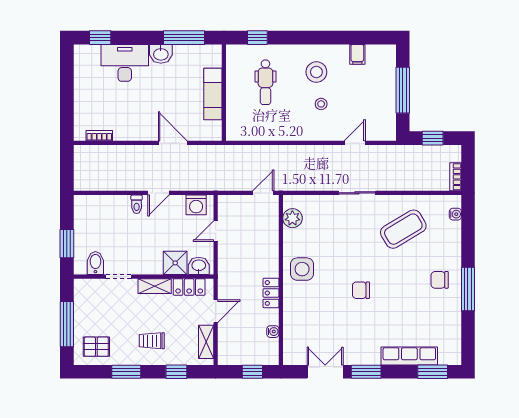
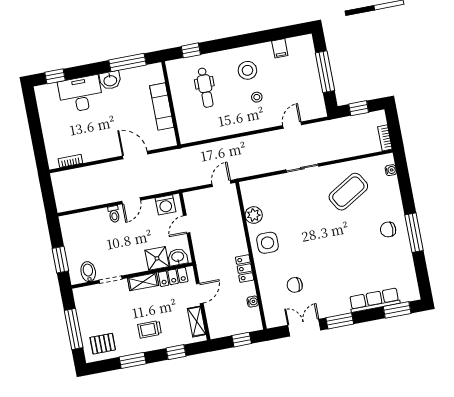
plant: (292, 218) -> (254, 215), moved
chair: (361, 290) -> (295, 285), moved

